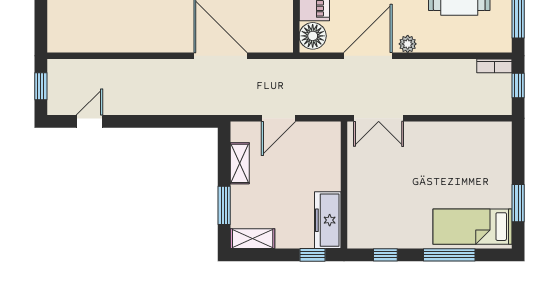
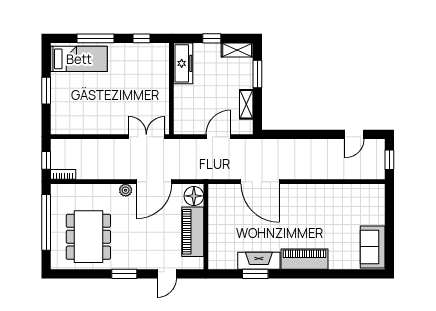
window: (518, 203) -> (46, 91), moved
window: (313, 255) -> (212, 38), moved

